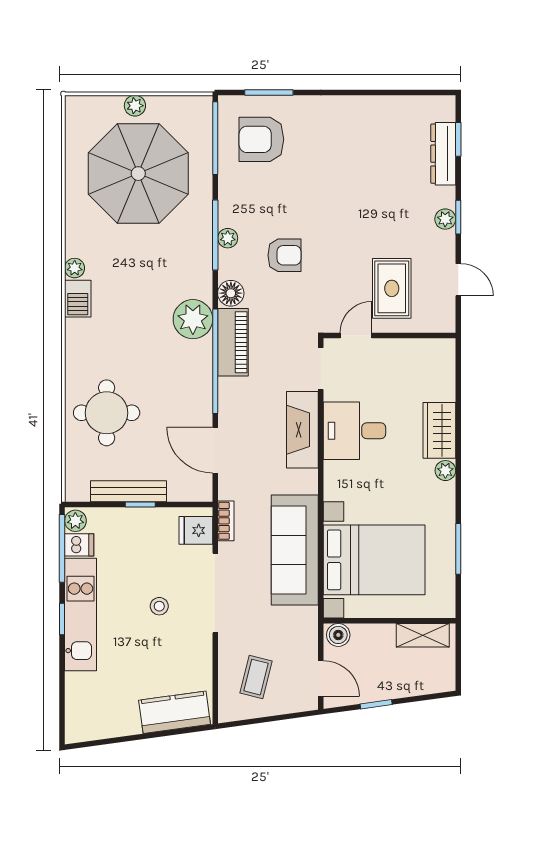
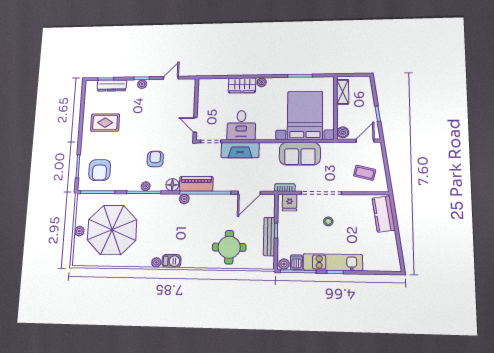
rug: (392, 288) -> (105, 123), moved
plant: (193, 319) -> (184, 199), width x0.53, depth x0.53
sofa: (295, 550) -> (300, 154), width x0.73

